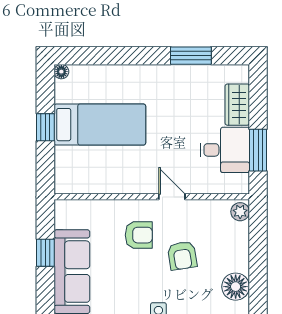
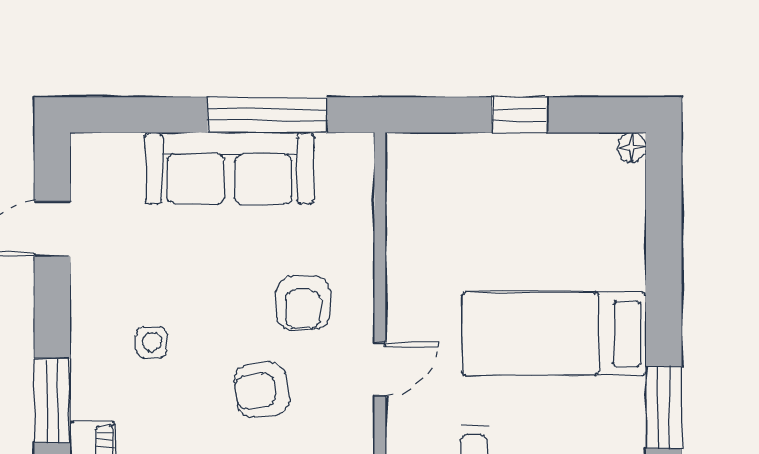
bed: (100, 125) -> (554, 334), moved, turned 90
window: (45, 253) -> (267, 115), width x2.17

